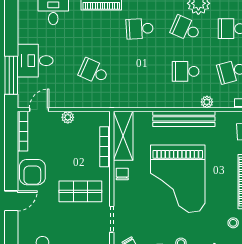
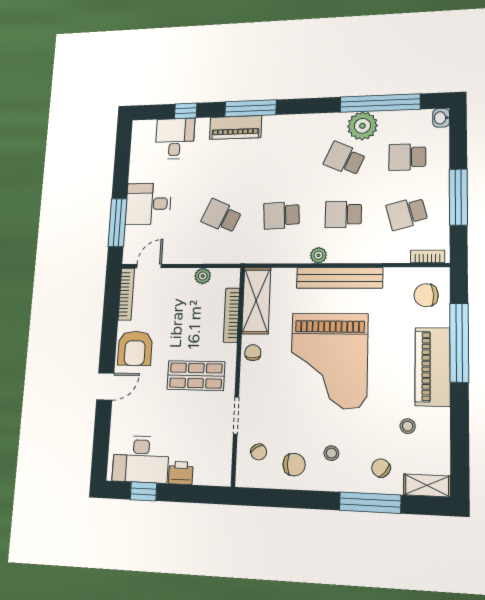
school desk: (140, 29) -> (281, 215), moved
plant: (207, 102) -> (318, 255), moved
plant: (68, 117) -> (203, 276), moved

